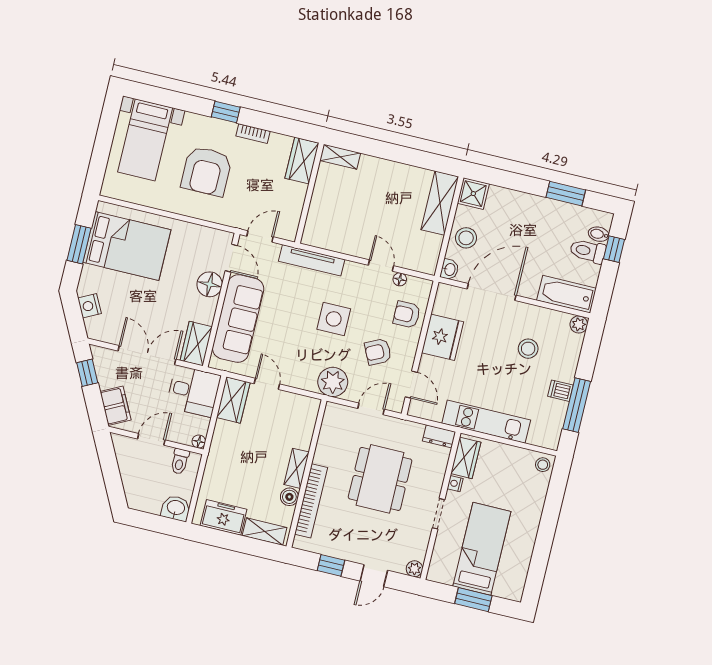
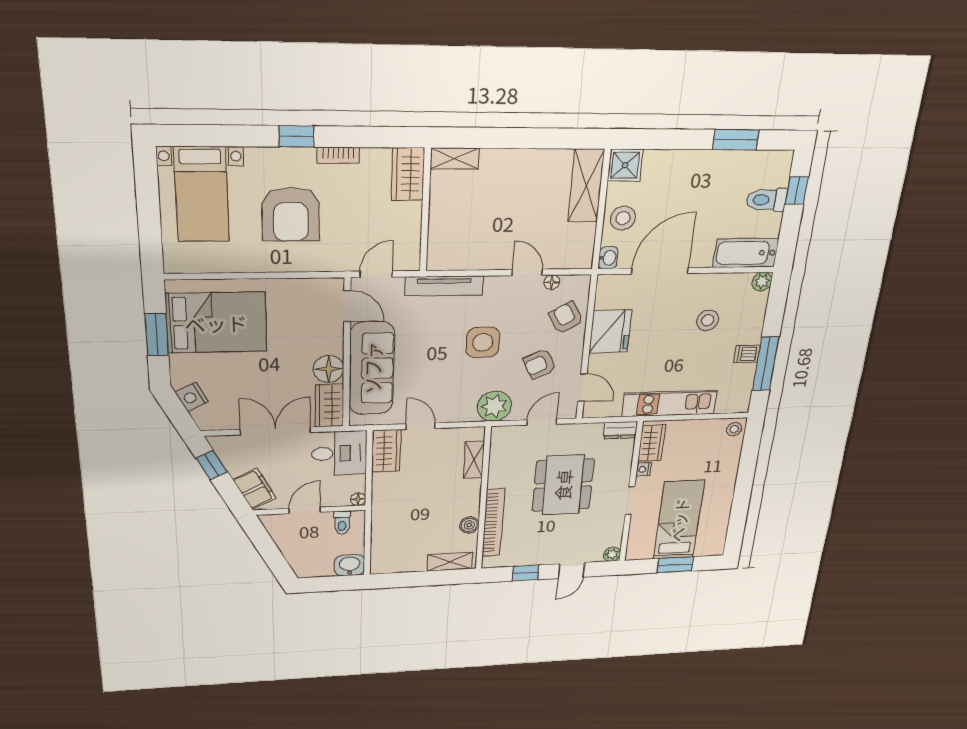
bidet: (599, 234) -> (778, 178), removed
floor lamp: (210, 284) -> (329, 369), moved
armchair: (407, 315) -> (566, 318), turned 60
shelving: (297, 468) -> (474, 460), moved
freezer: (224, 517) -> (403, 560), removed

